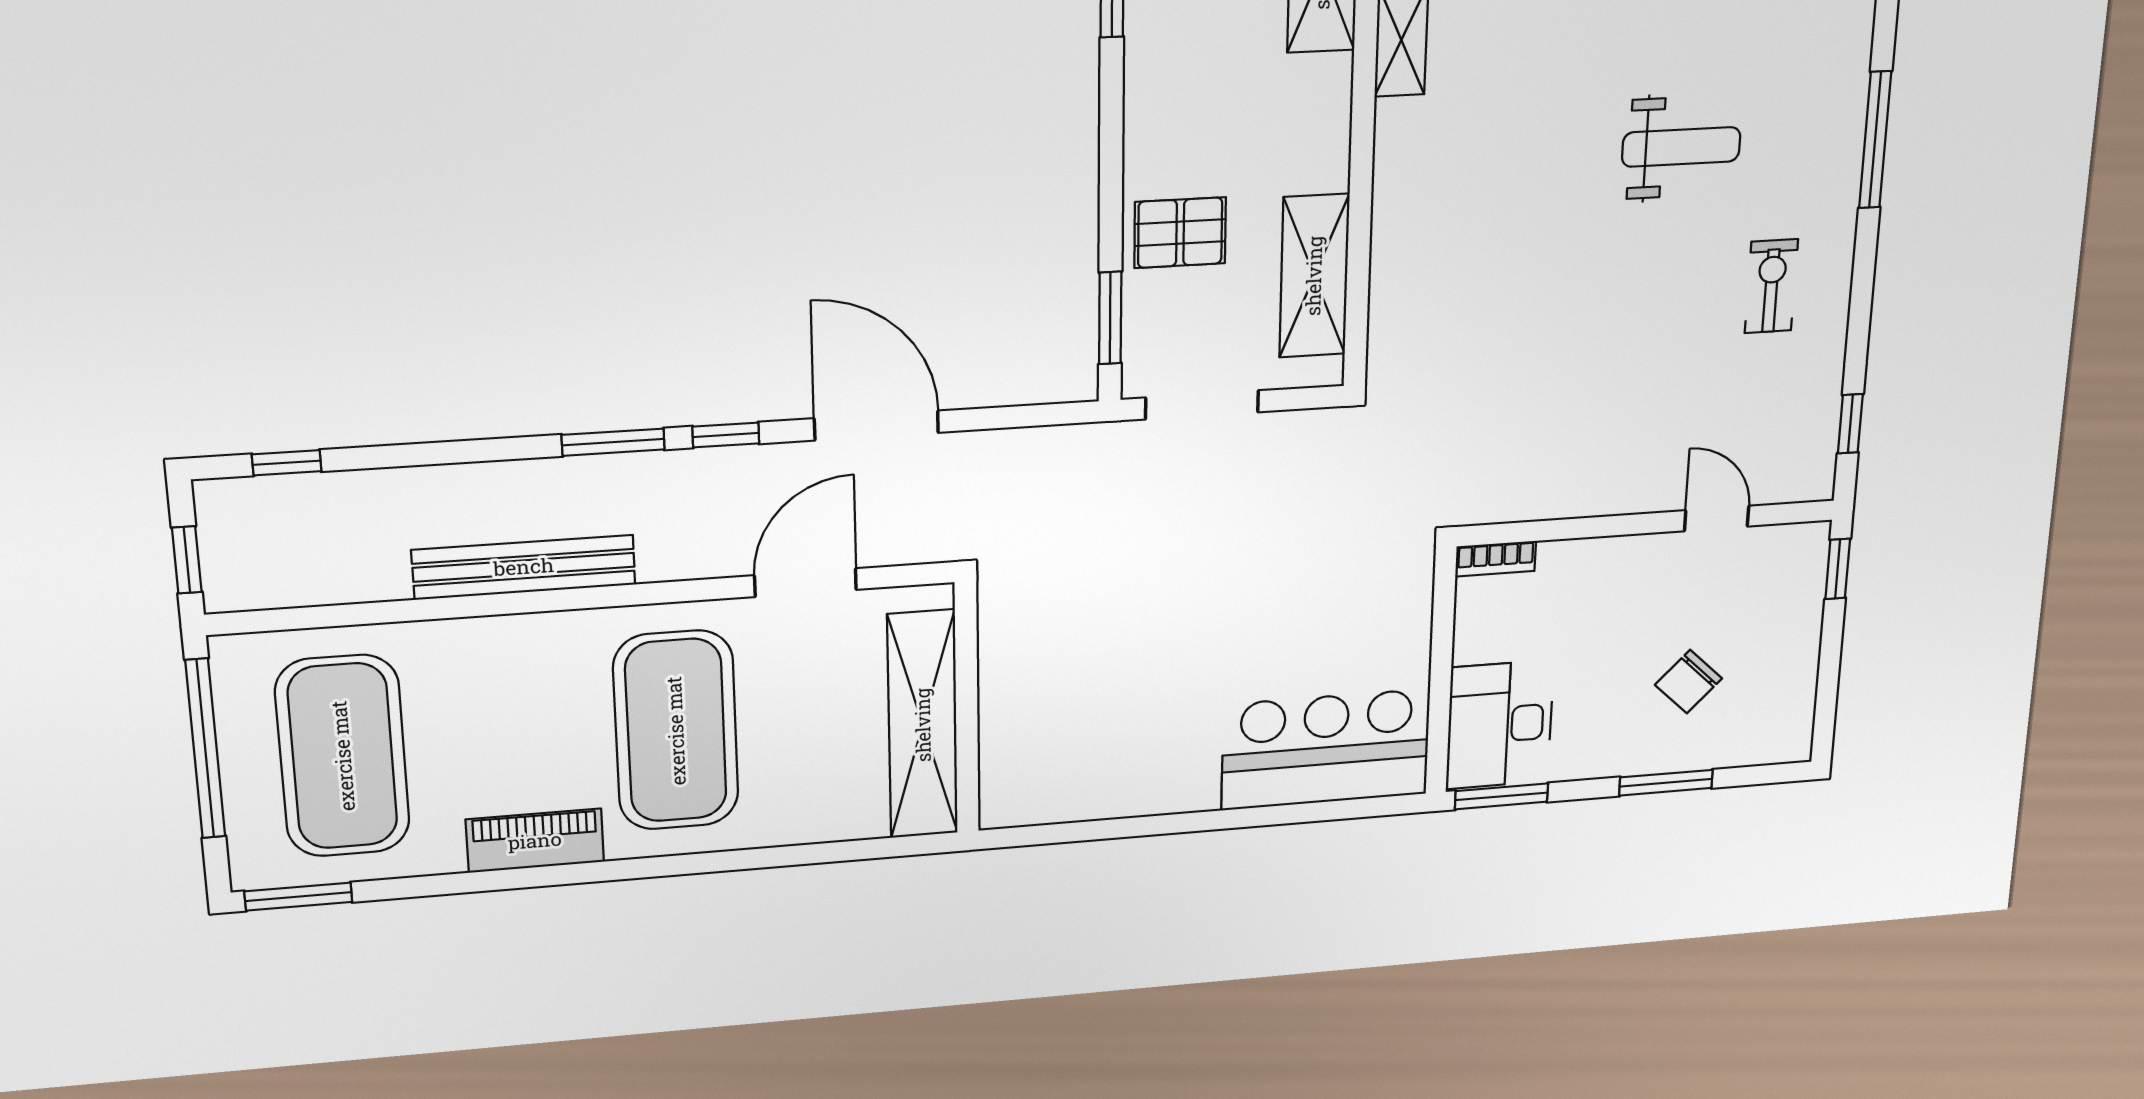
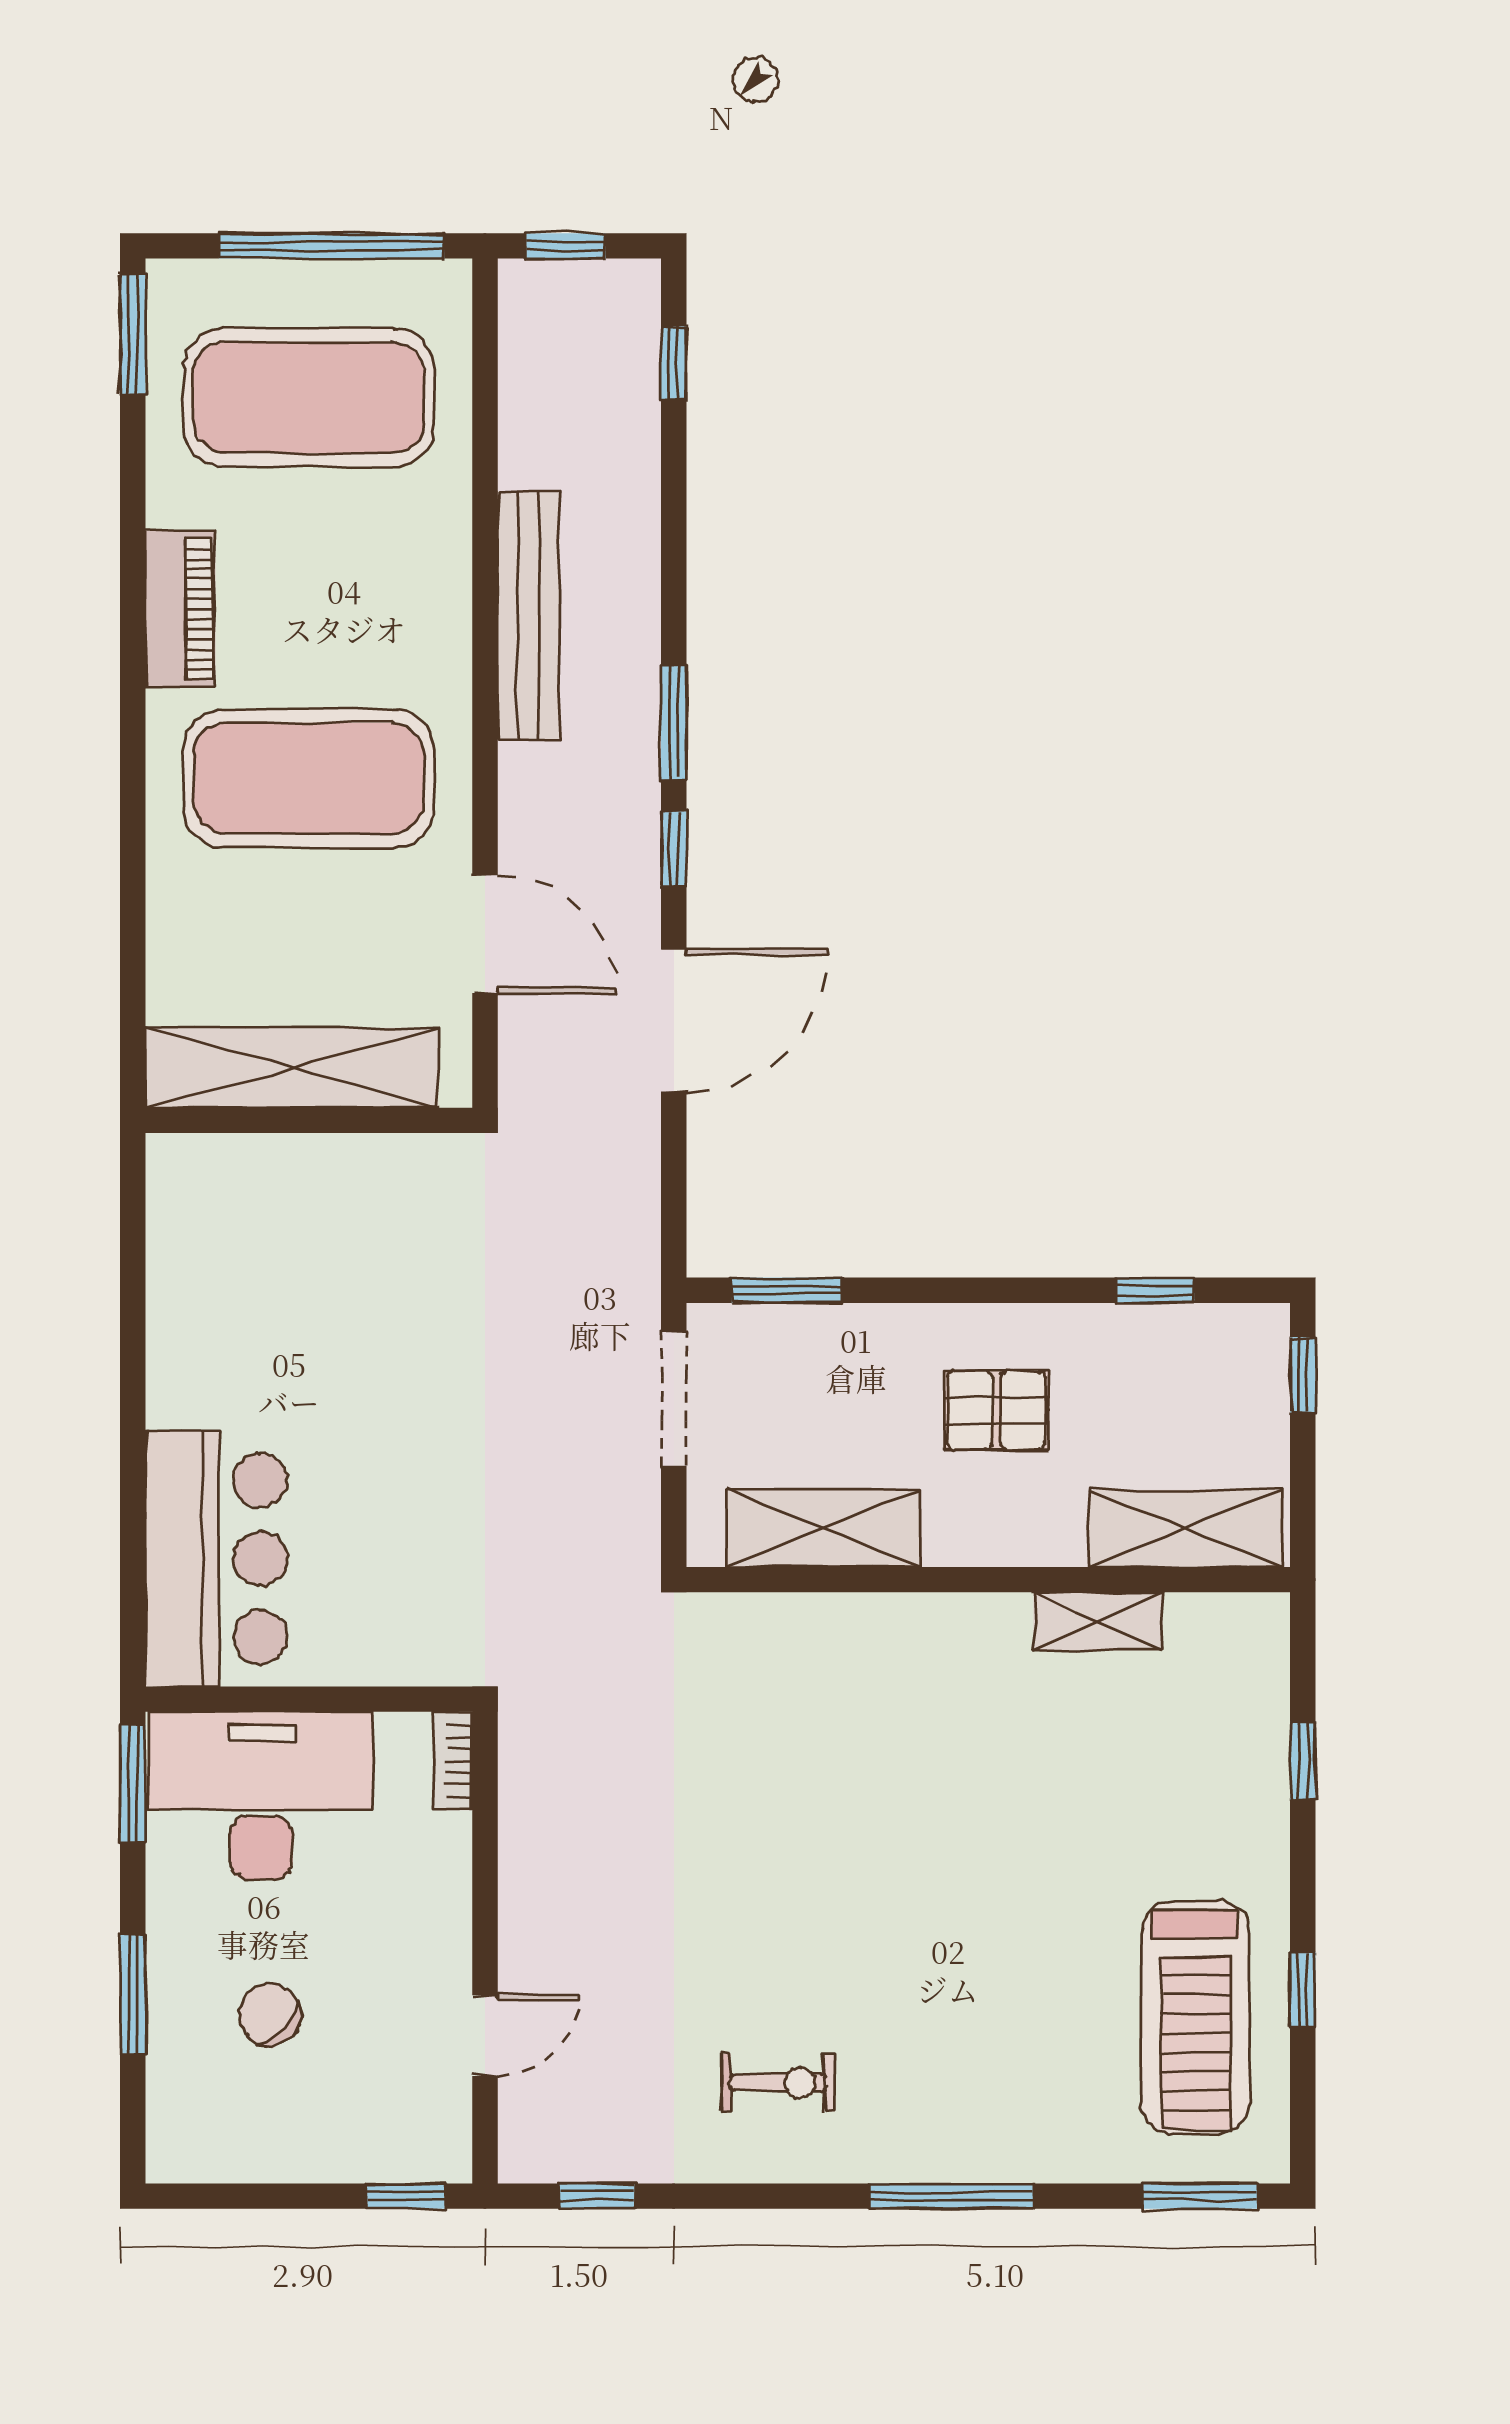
weight bench: (1681, 147) -> (955, 1960), removed
pallet: (1180, 233) -> (996, 1410), moved, turned 90
desk: (1500, 725) -> (261, 1796), width x1.36, depth x1.30

